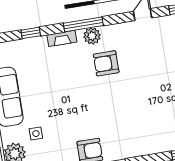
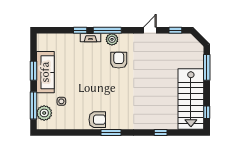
window: (31, 33) -> (80, 30), moved
armchair: (106, 63) -> (119, 60), turned 90

